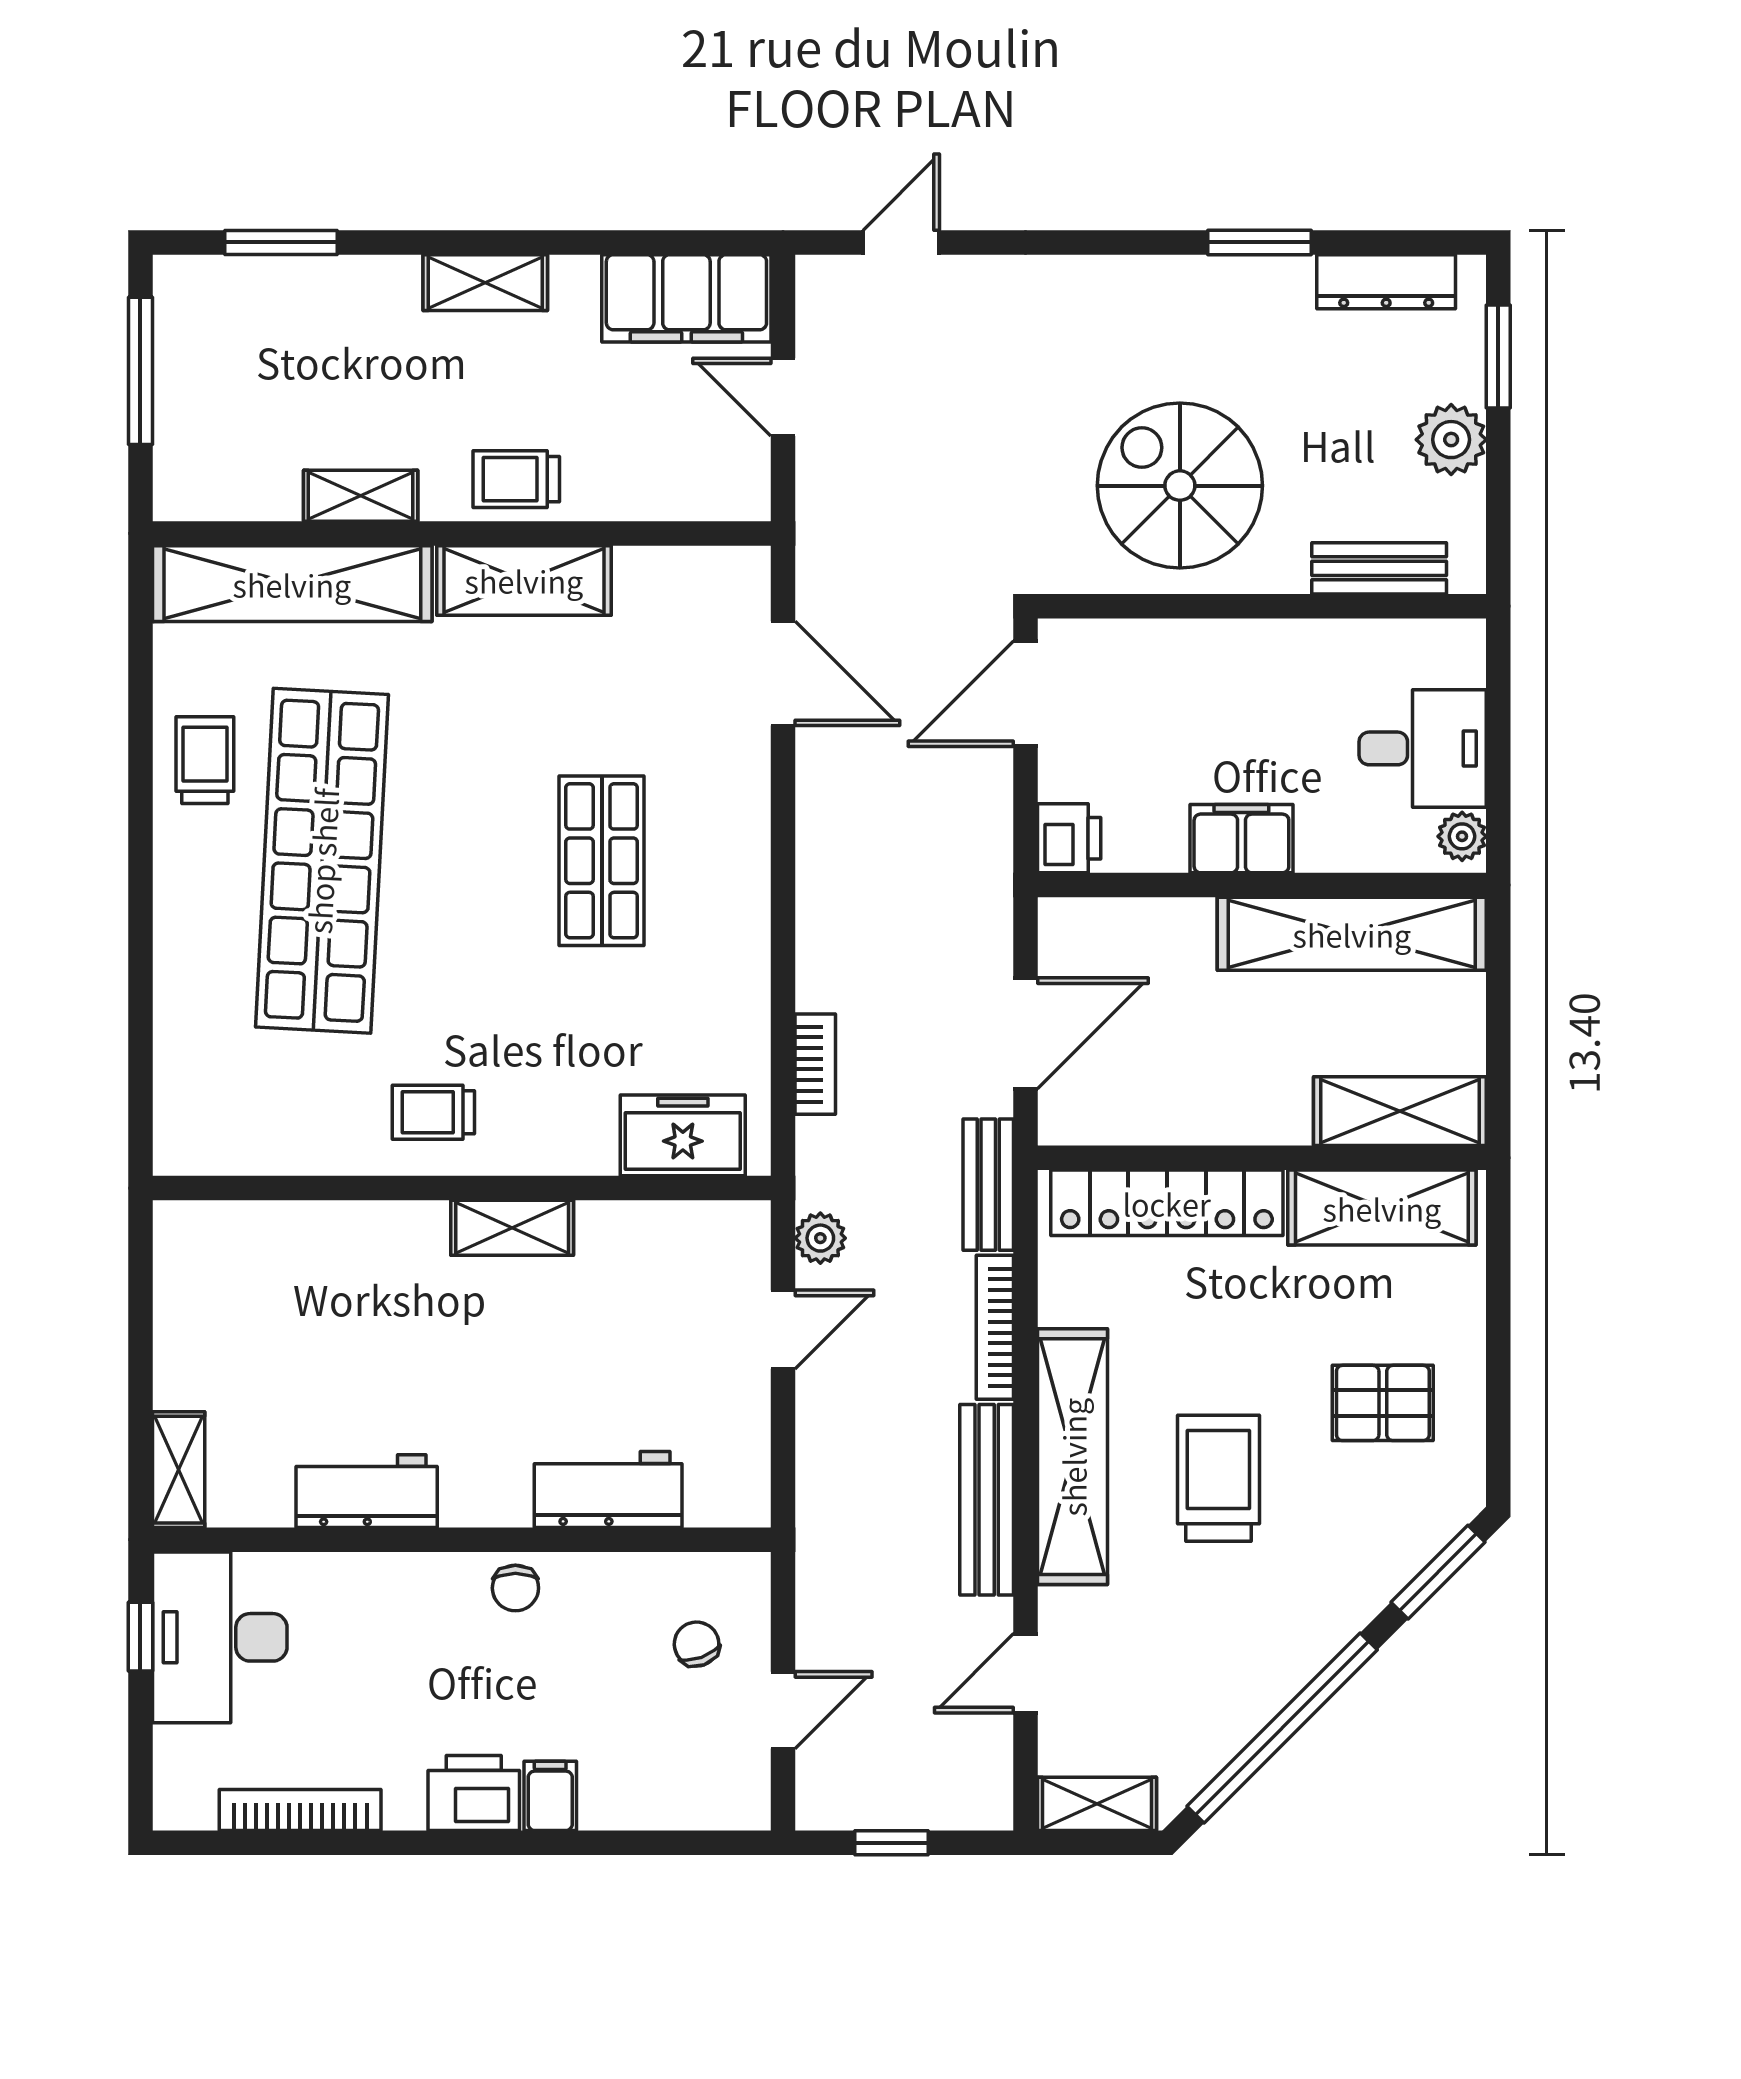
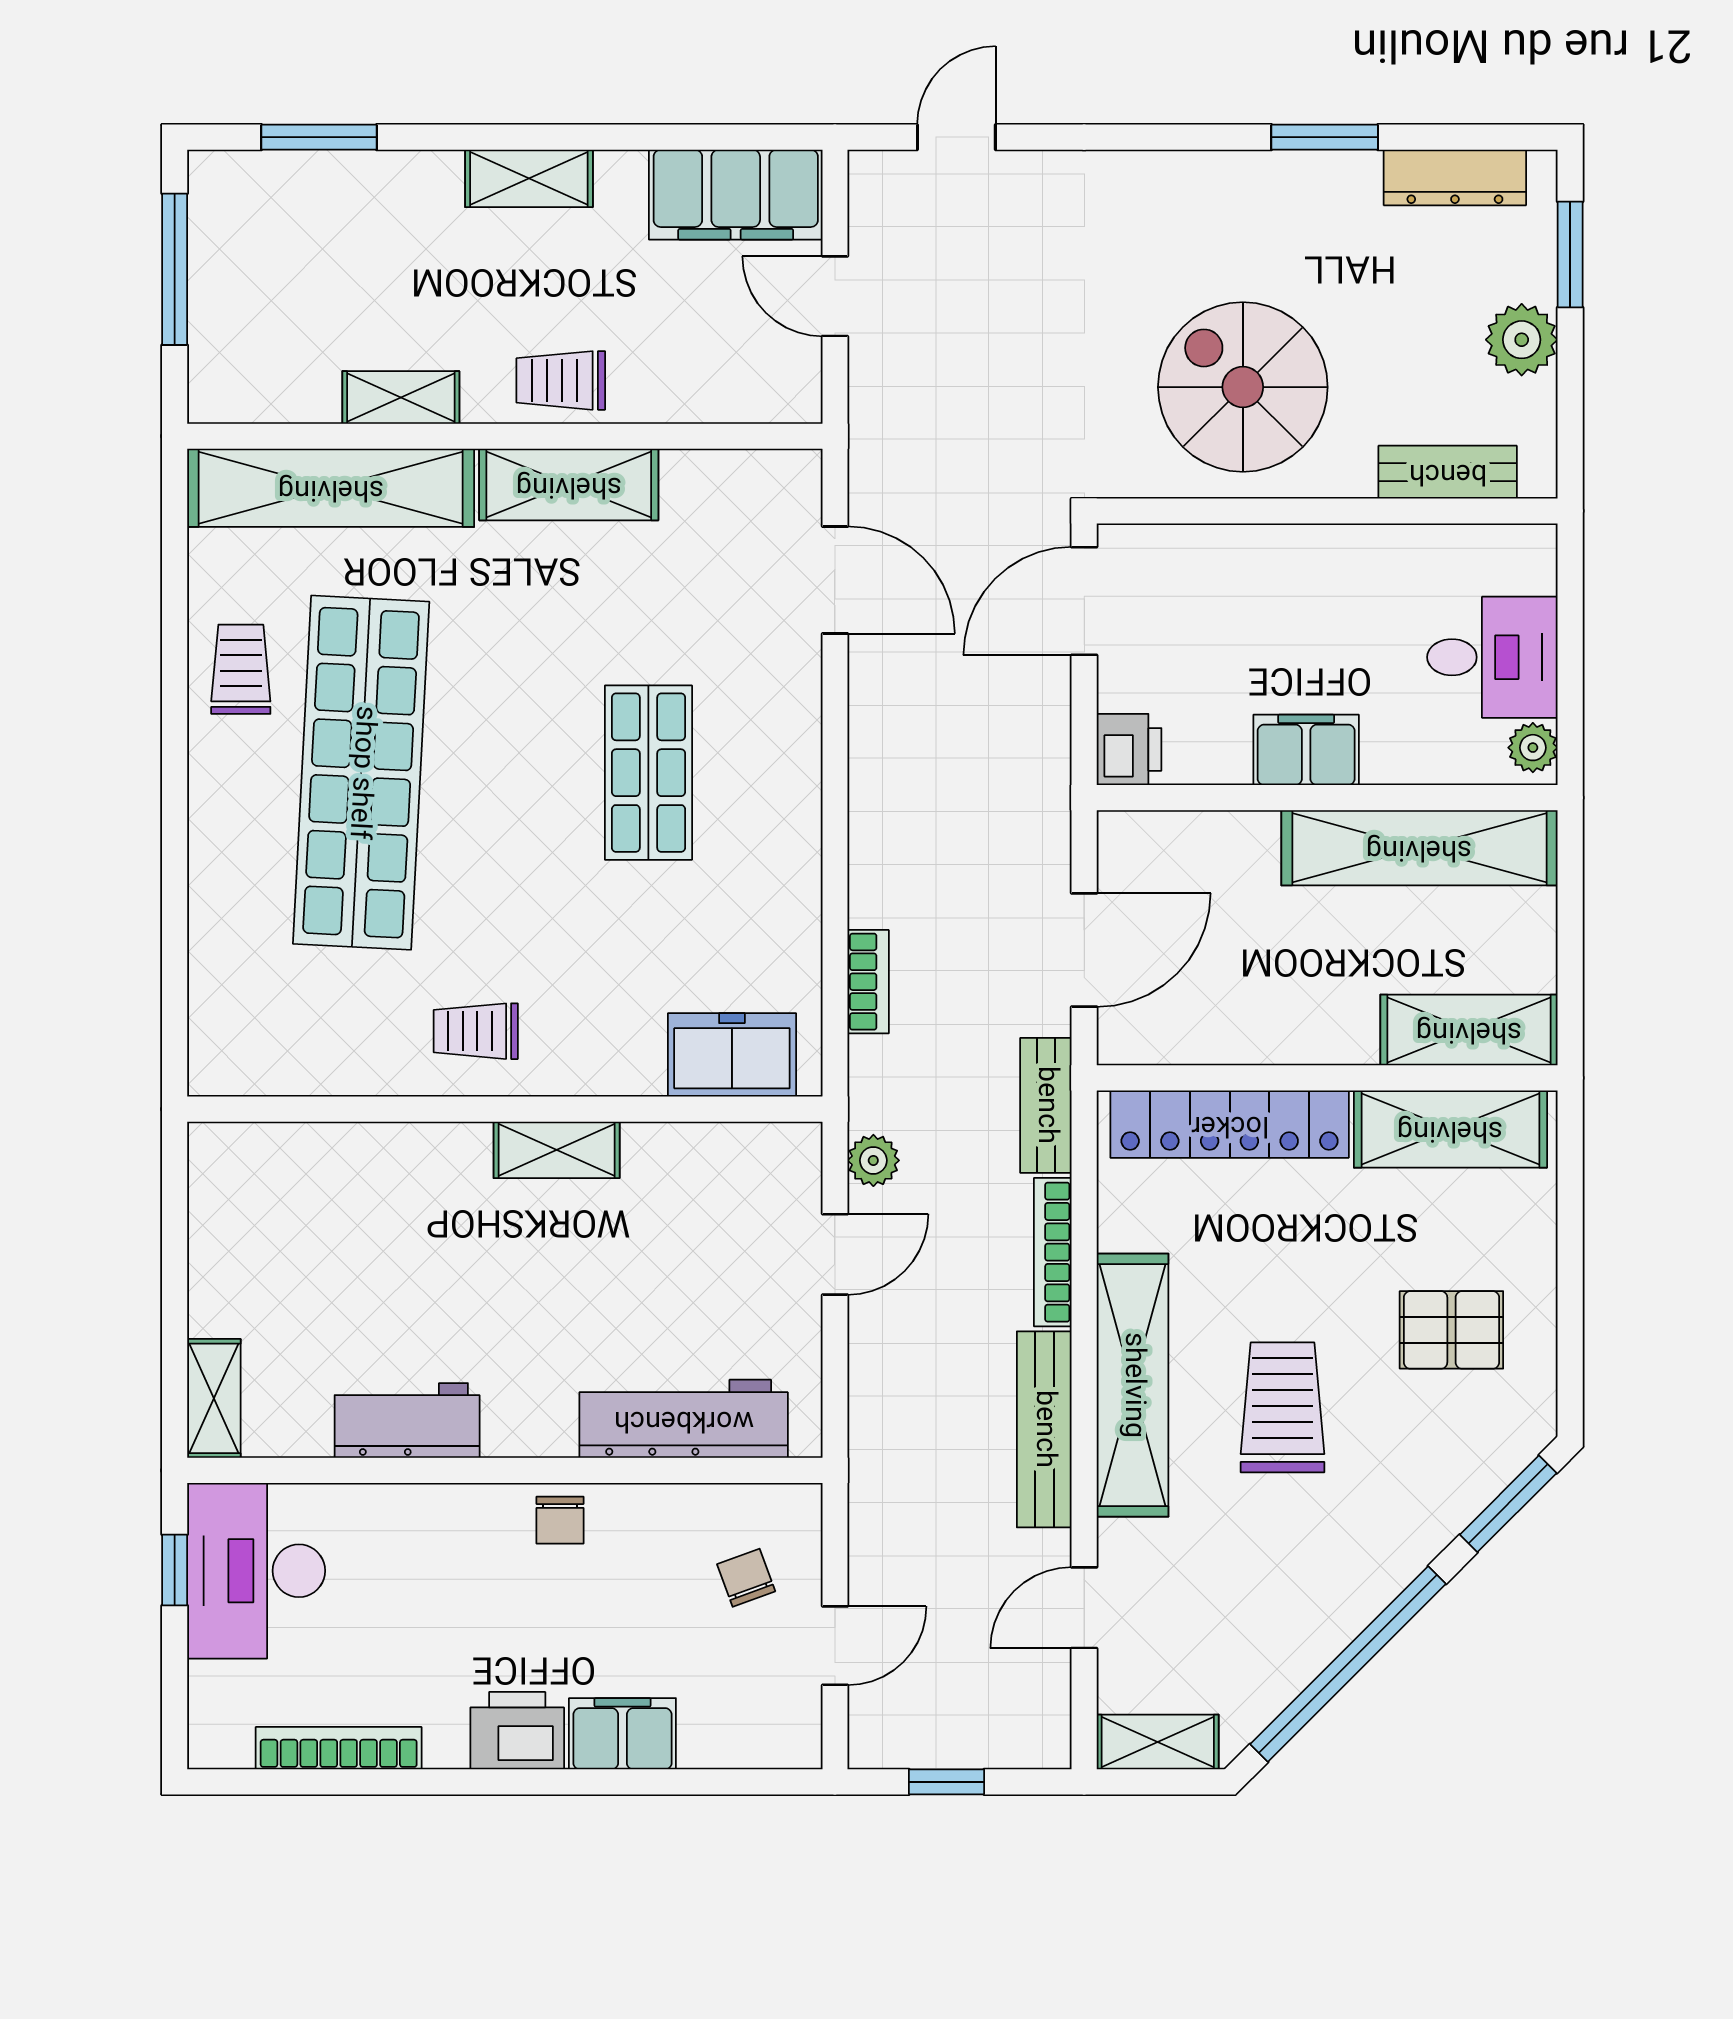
workbench: (608, 1489) -> (684, 1419), width x1.38
filing cabinet: (550, 1796) -> (622, 1734), width x2.00

